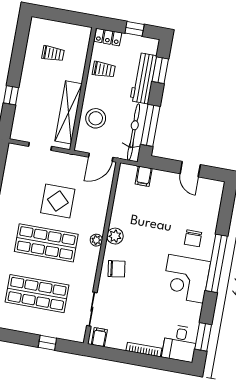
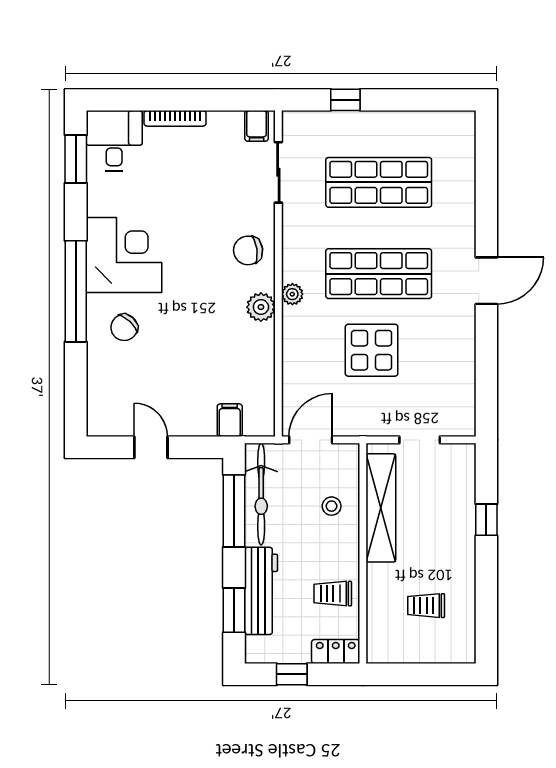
stool: (96, 118) -> (332, 506), width x0.53, depth x0.53
chair: (193, 238) -> (124, 327), turned -137

